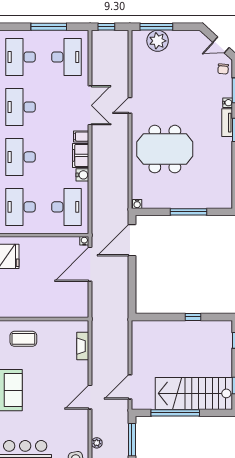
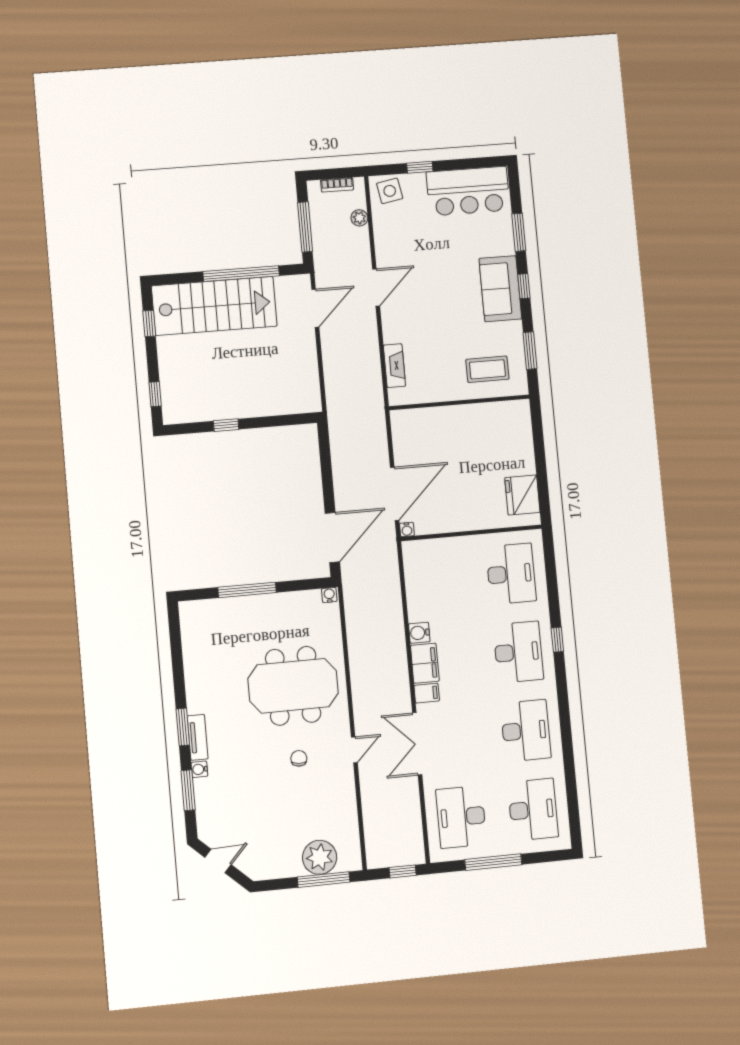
chair: (223, 69) -> (299, 758), moved
desk: (66, 207) -> (440, 580), removed

